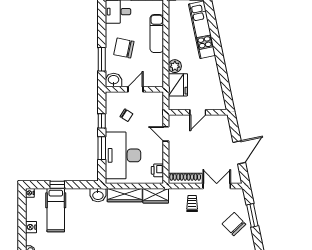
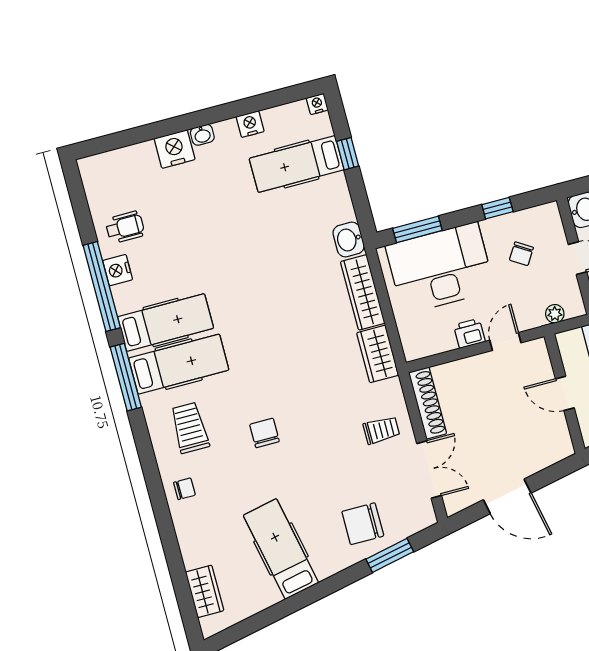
plant: (159, 107) -> (555, 314), added
window: (102, 148) -> (417, 229), moved
printer: (157, 170) -> (469, 333), moved
chair: (234, 224) -> (363, 524), turned -136

